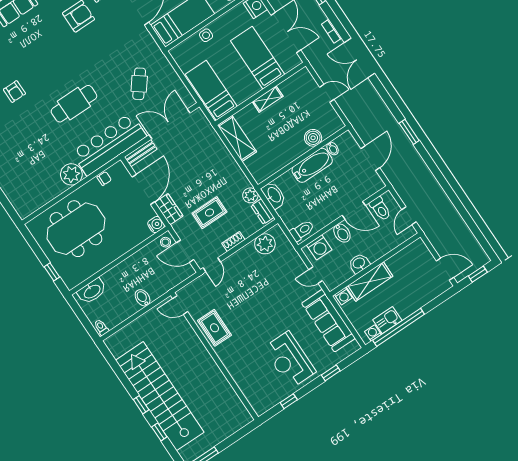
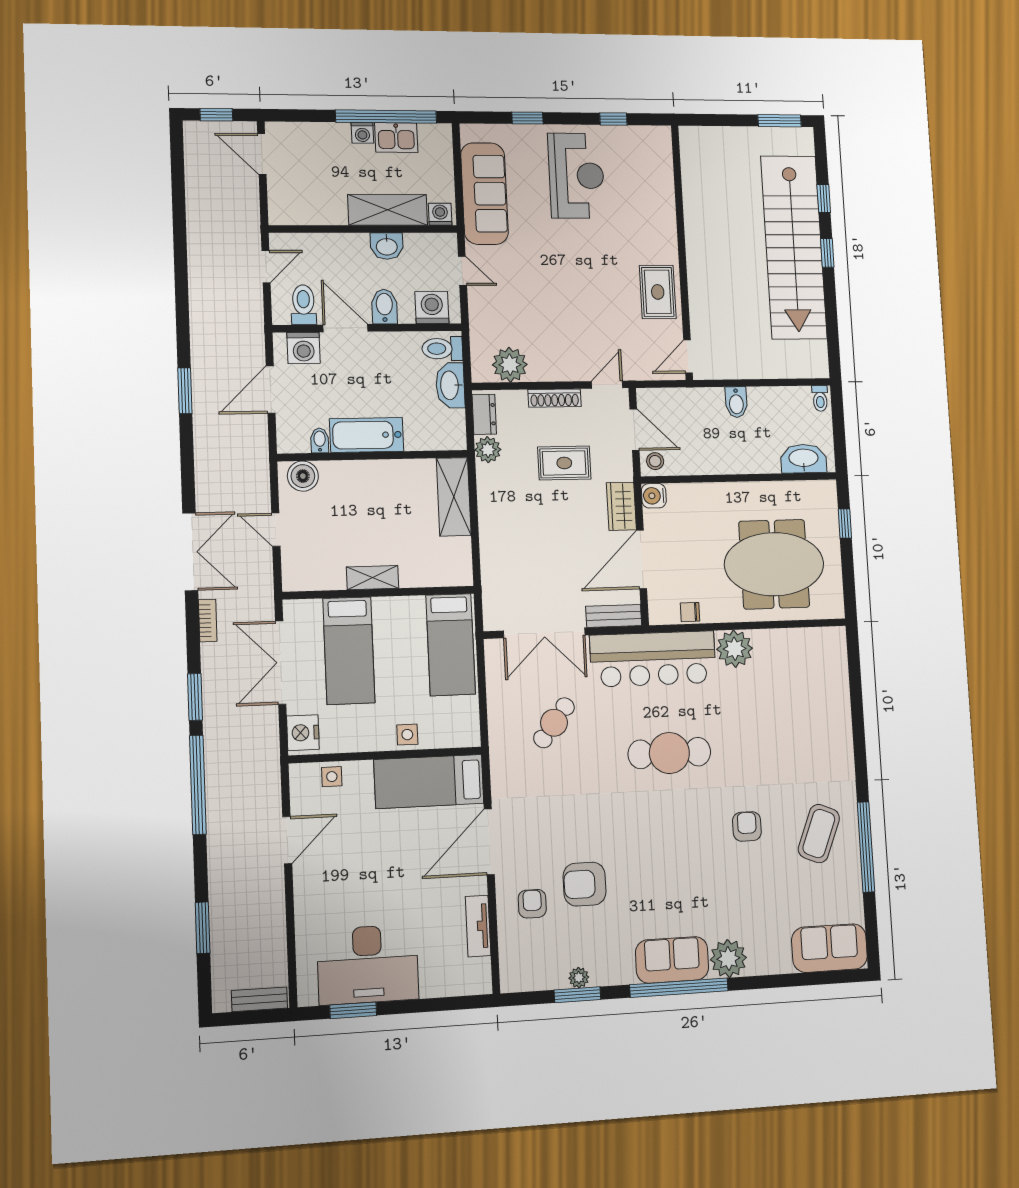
shelving: (237, 138) -> (454, 497), moved
boiler: (313, 138) -> (303, 476), moved
washing machine: (367, 188) -> (304, 348), added
washbasin: (274, 195) -> (450, 385), moved
shoe rack: (233, 242) -> (555, 398), width x1.43
door: (180, 305) -> (688, 357), swing flipped
washing machine: (373, 333) -> (362, 133), moved

